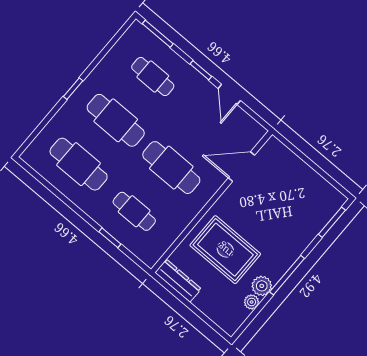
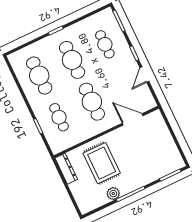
plant: (252, 302) -> (103, 200), removed

